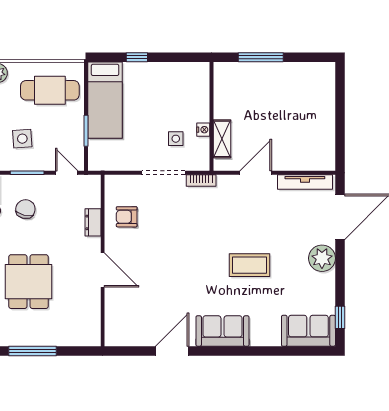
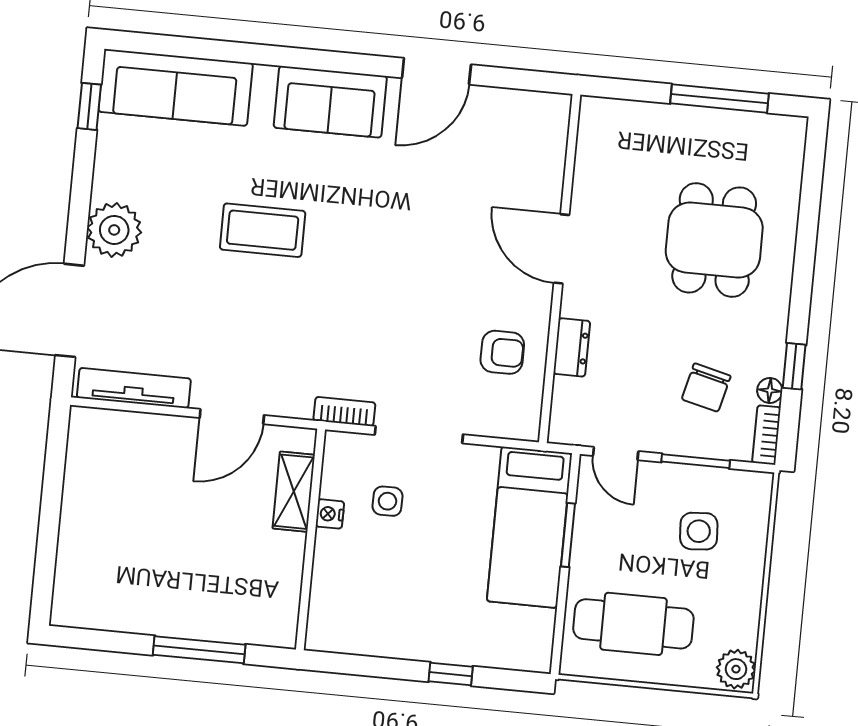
bed: (105, 100) -> (529, 527), moved, turned 180
sofa: (308, 331) -> (176, 87), width x1.36

